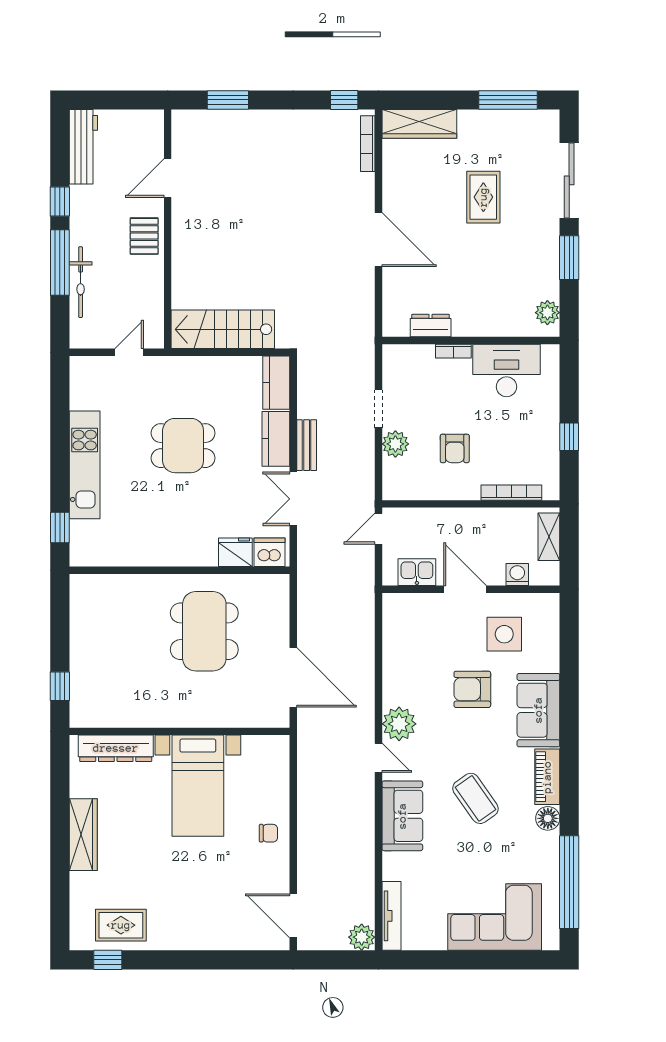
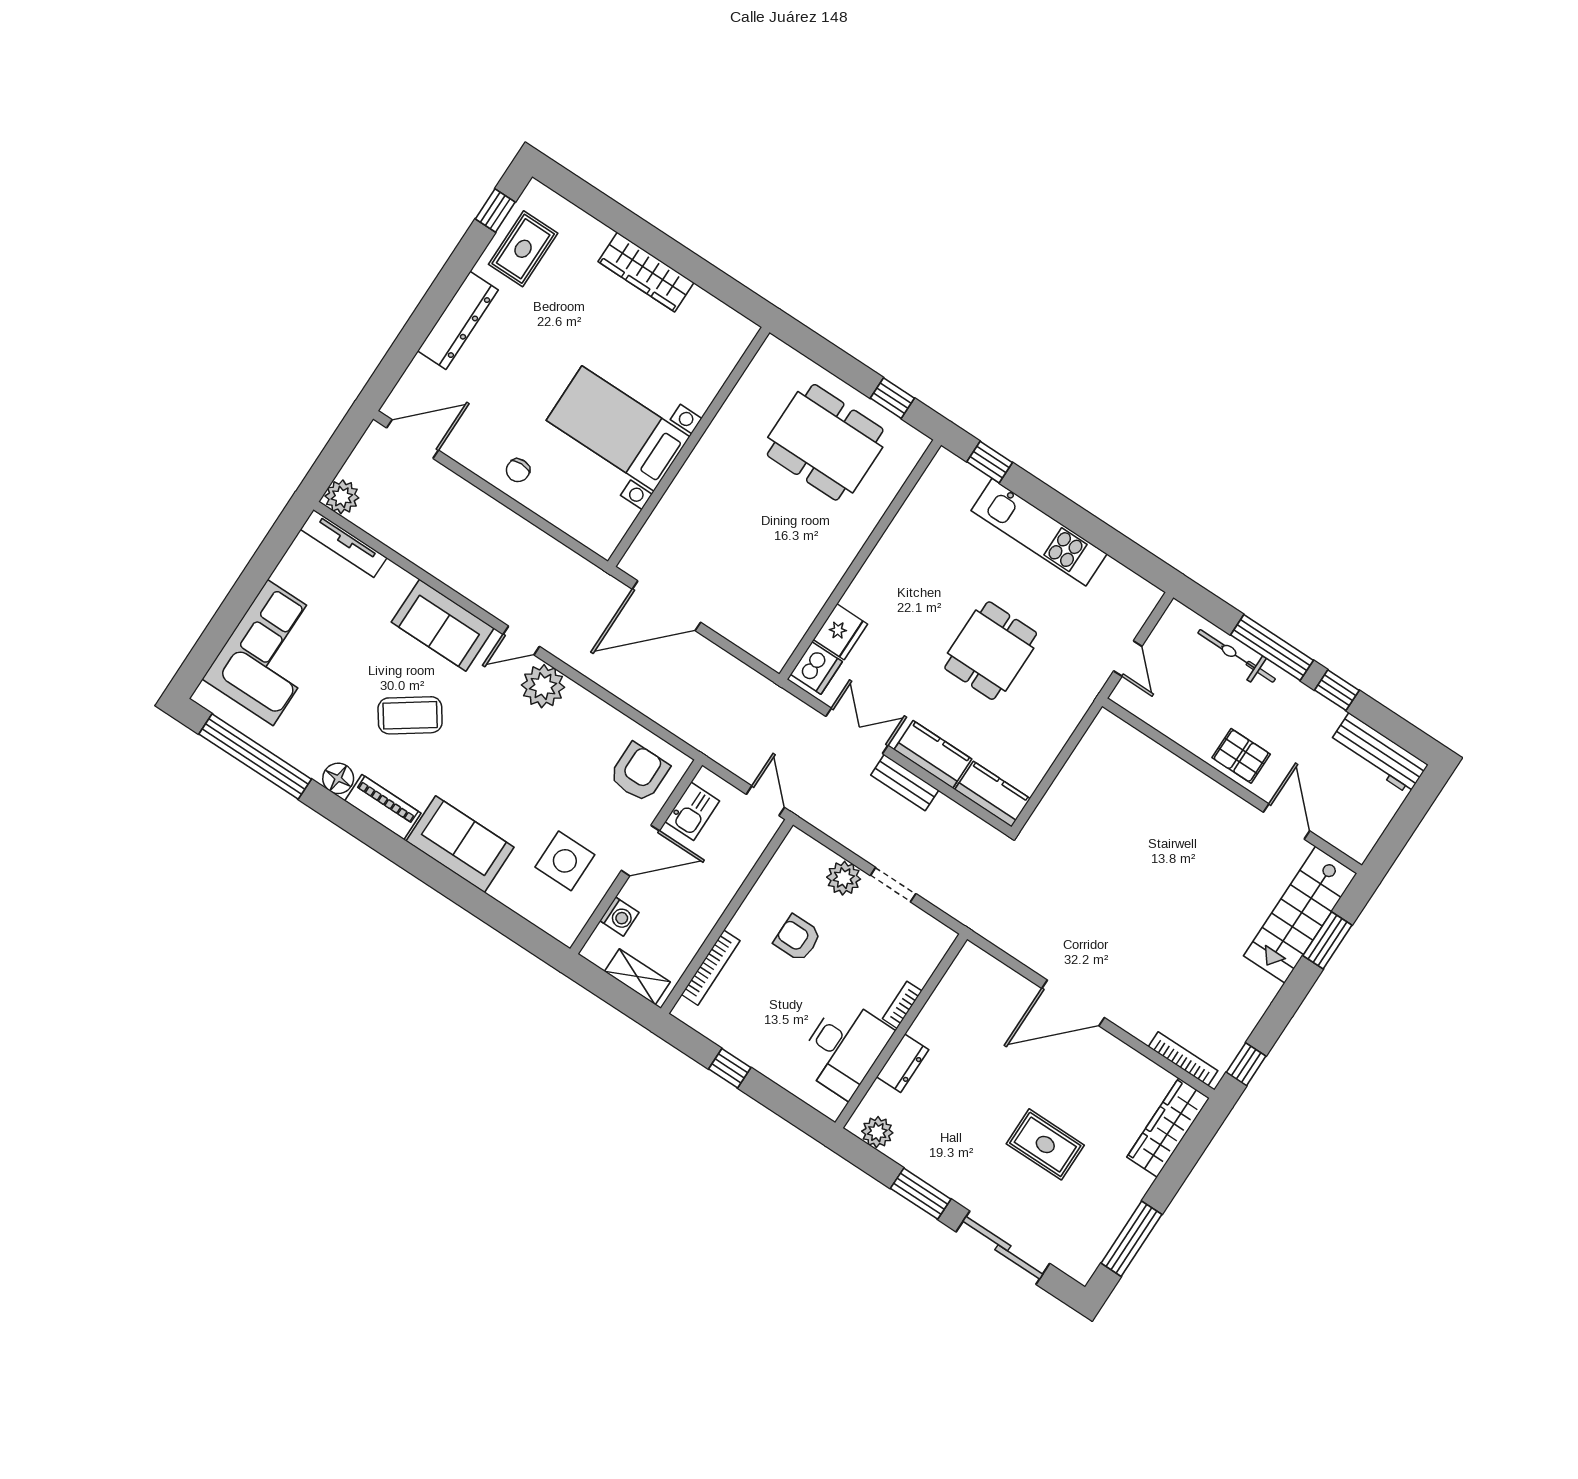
dresser: (431, 326) -> (903, 1063), moved
stairs: (223, 329) -> (1300, 915), moved, turned 180
dining table: (204, 631) -> (825, 442), moved
window: (60, 686) -> (892, 398), moved
armchair: (472, 689) -> (639, 773), moved
dresser: (116, 748) -> (458, 320), moved, turned 180

